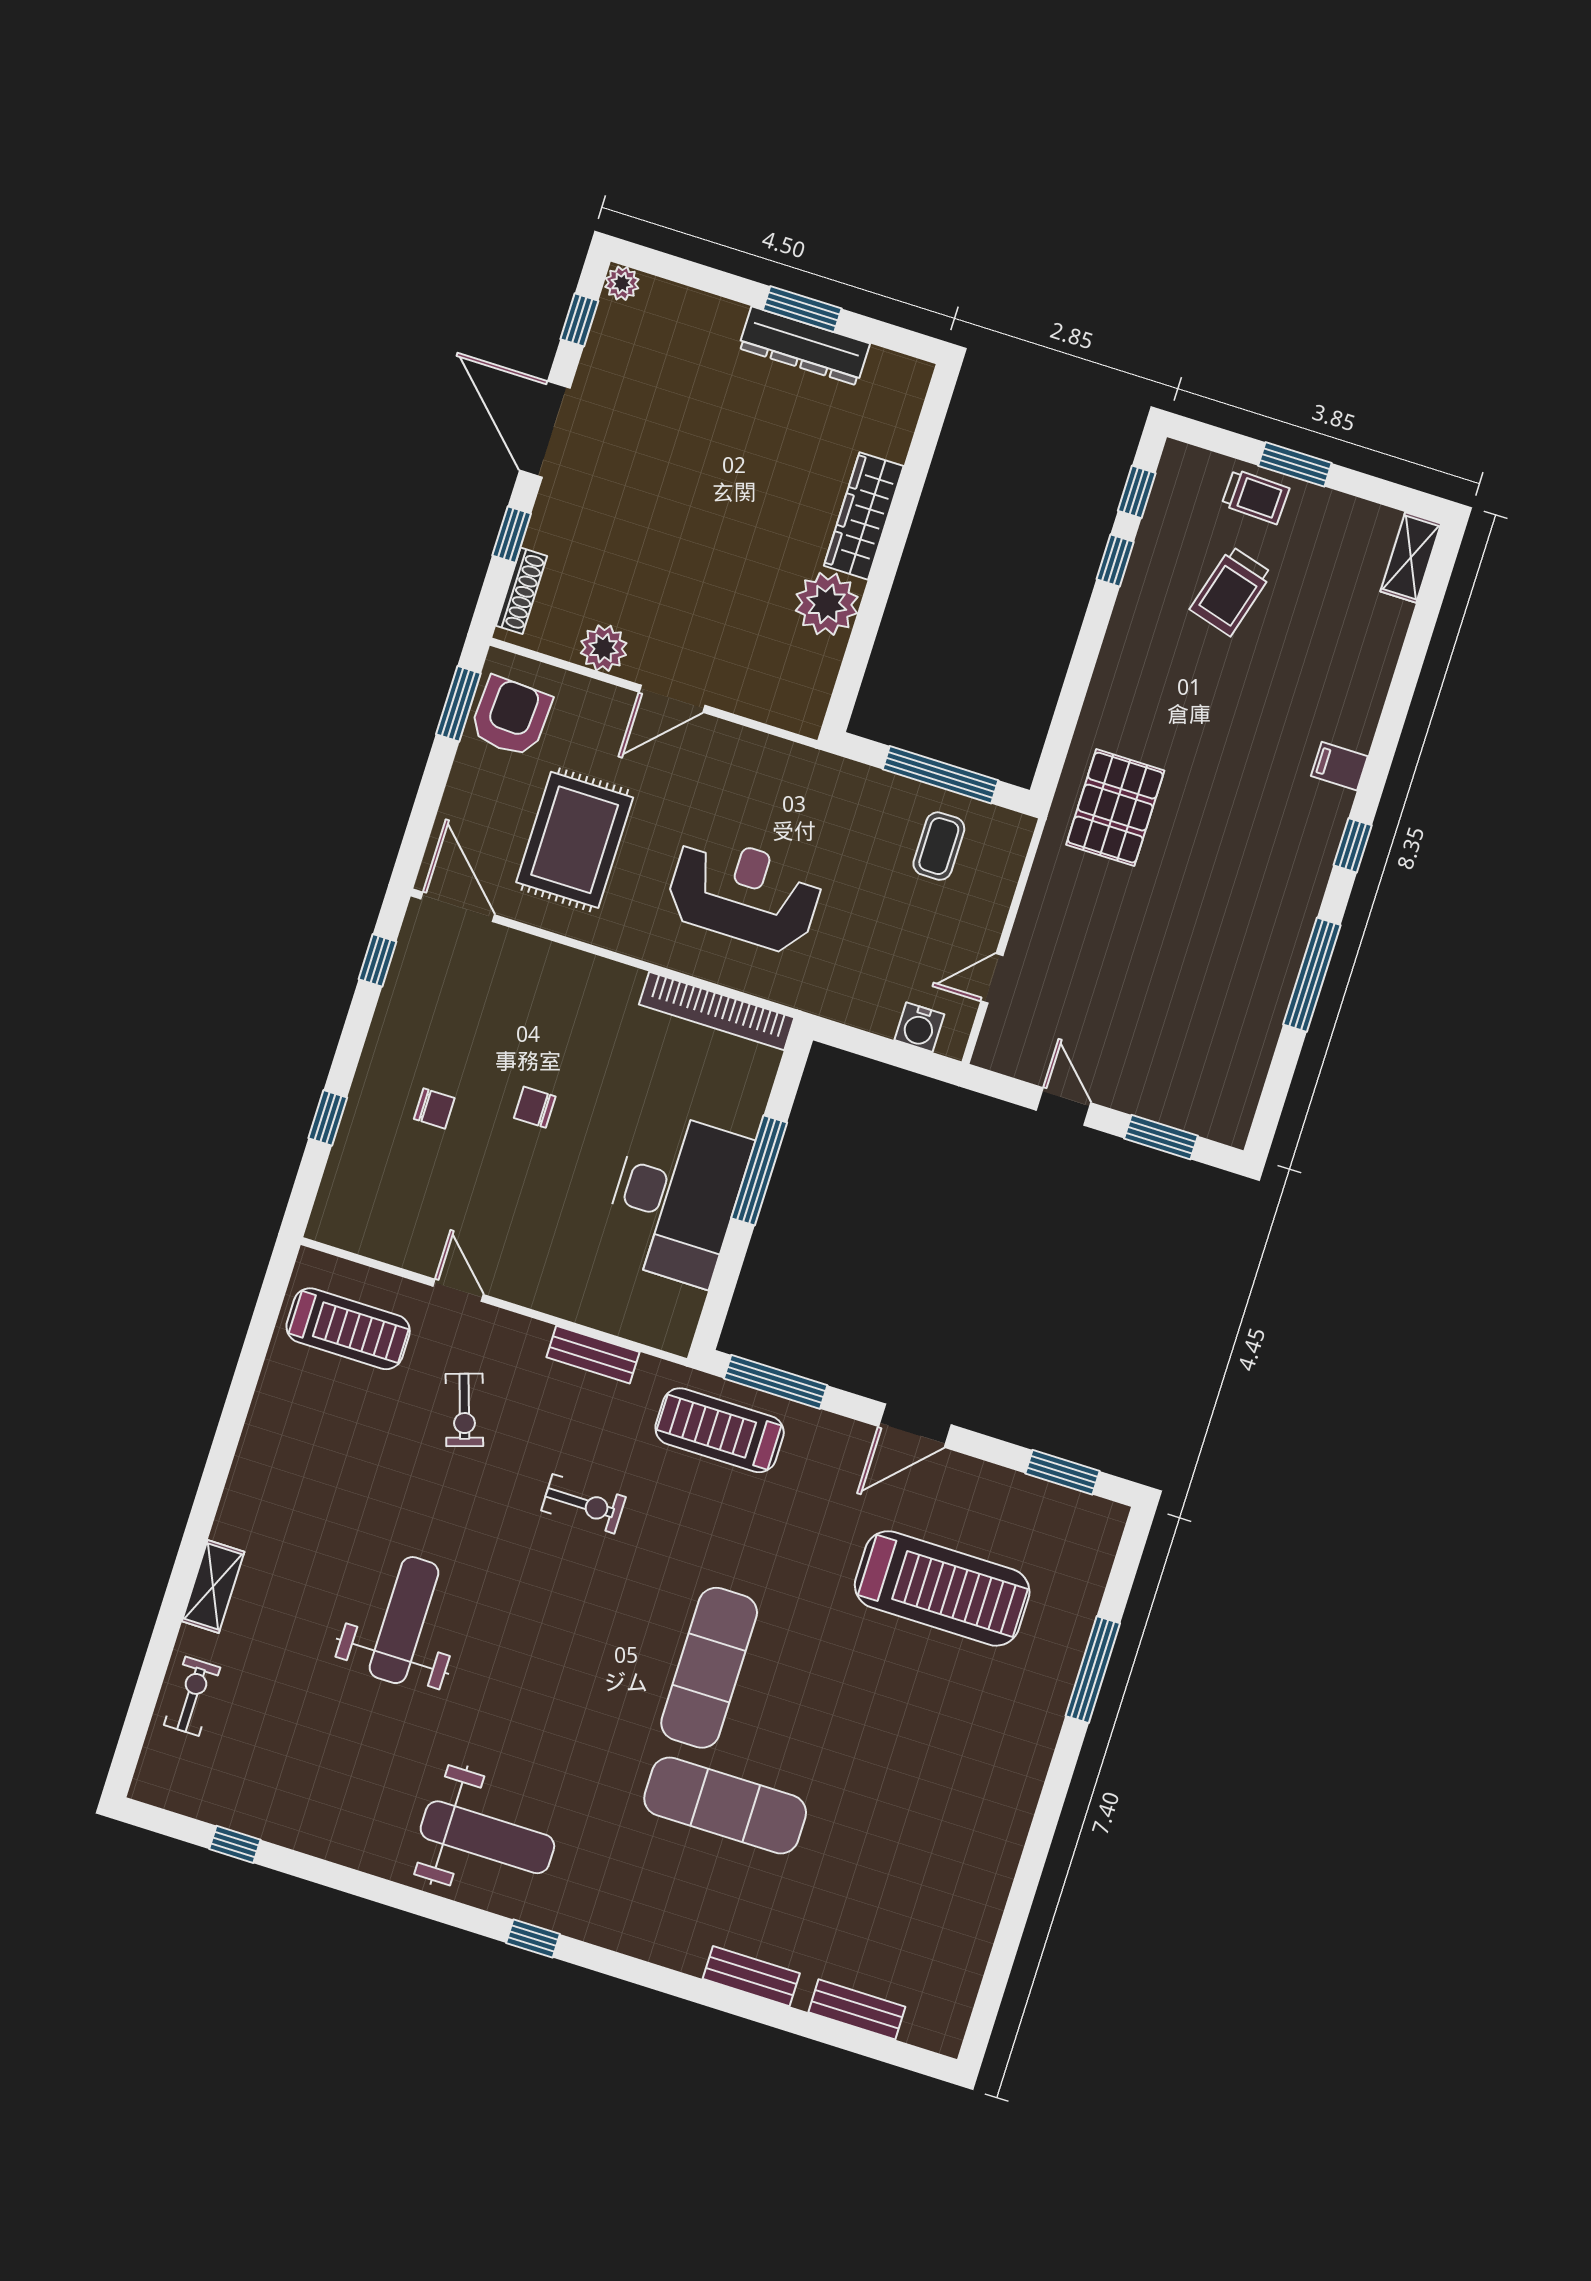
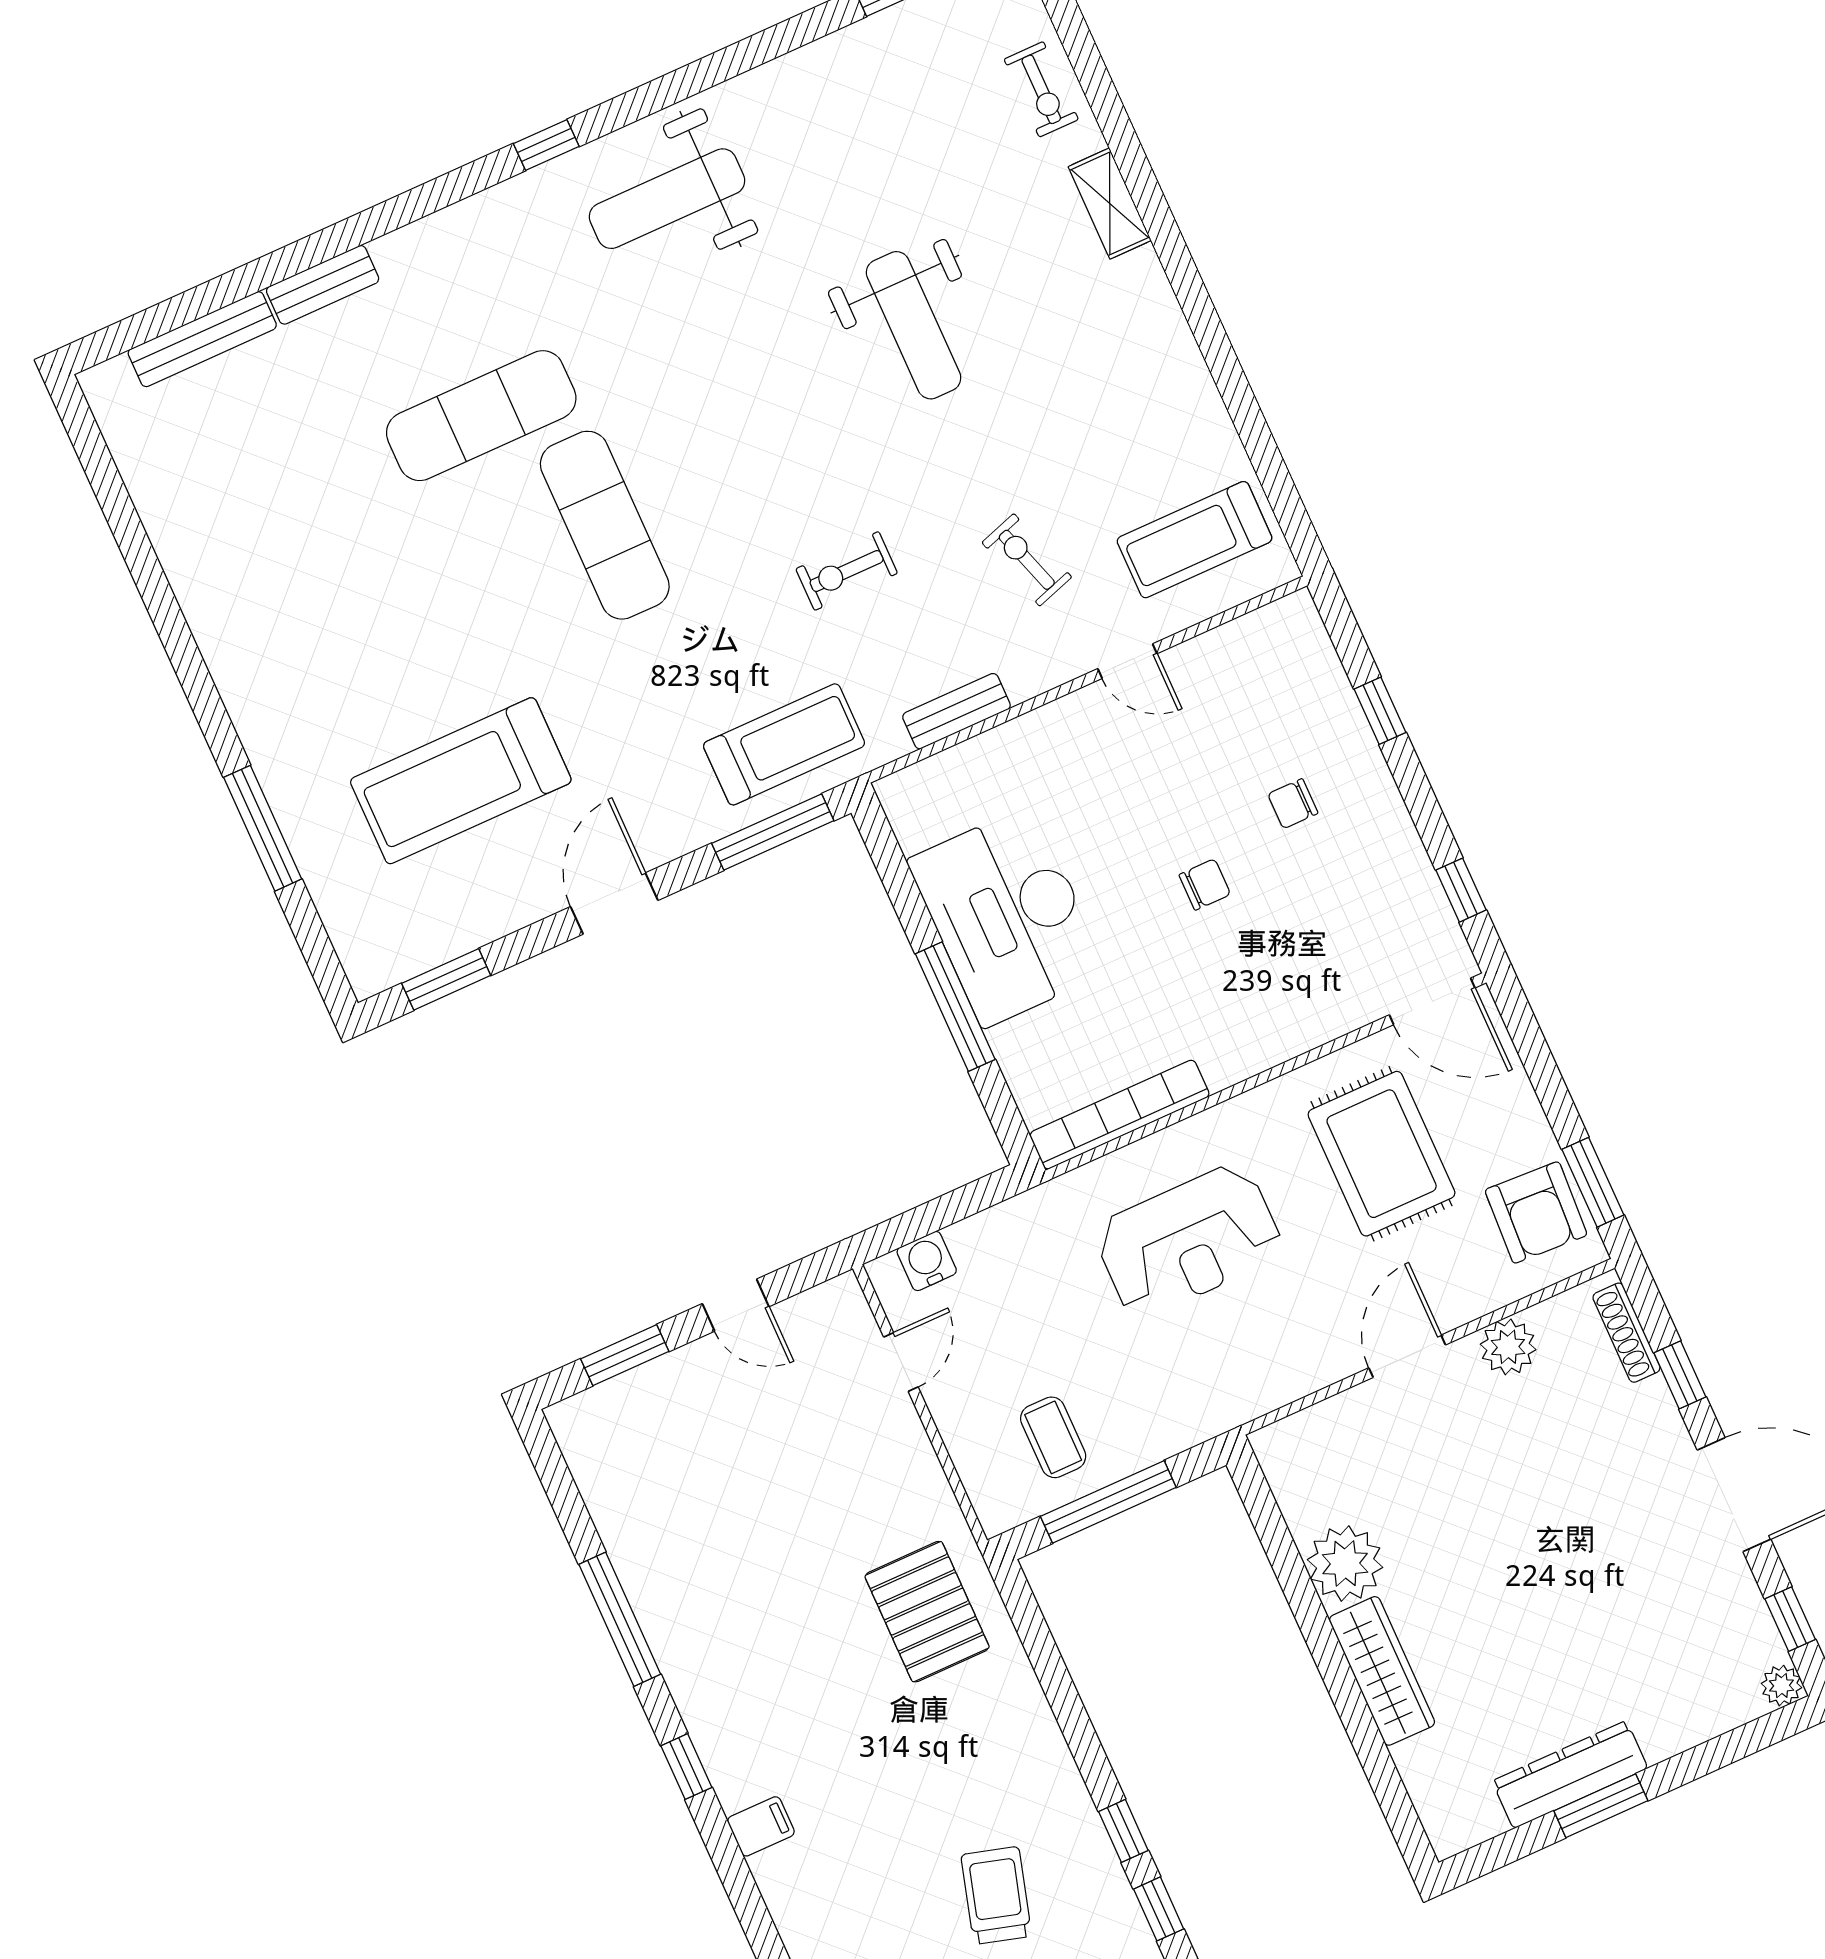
bench: (857, 2009) -> (202, 339), width x1.36

